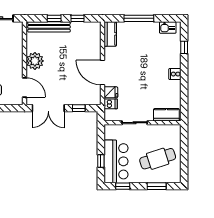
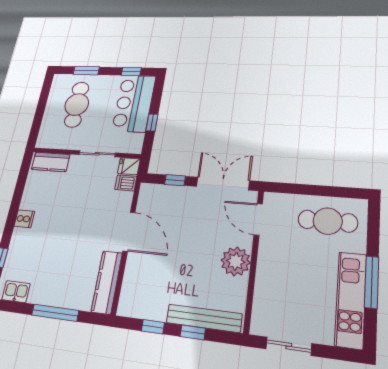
kitchen counter: (110, 34) -> (107, 282), width x1.50
fridge: (111, 92) -> (129, 166), moved
cafe table: (158, 159) -> (77, 105), turned -72
window: (101, 161) -> (152, 122), moved

